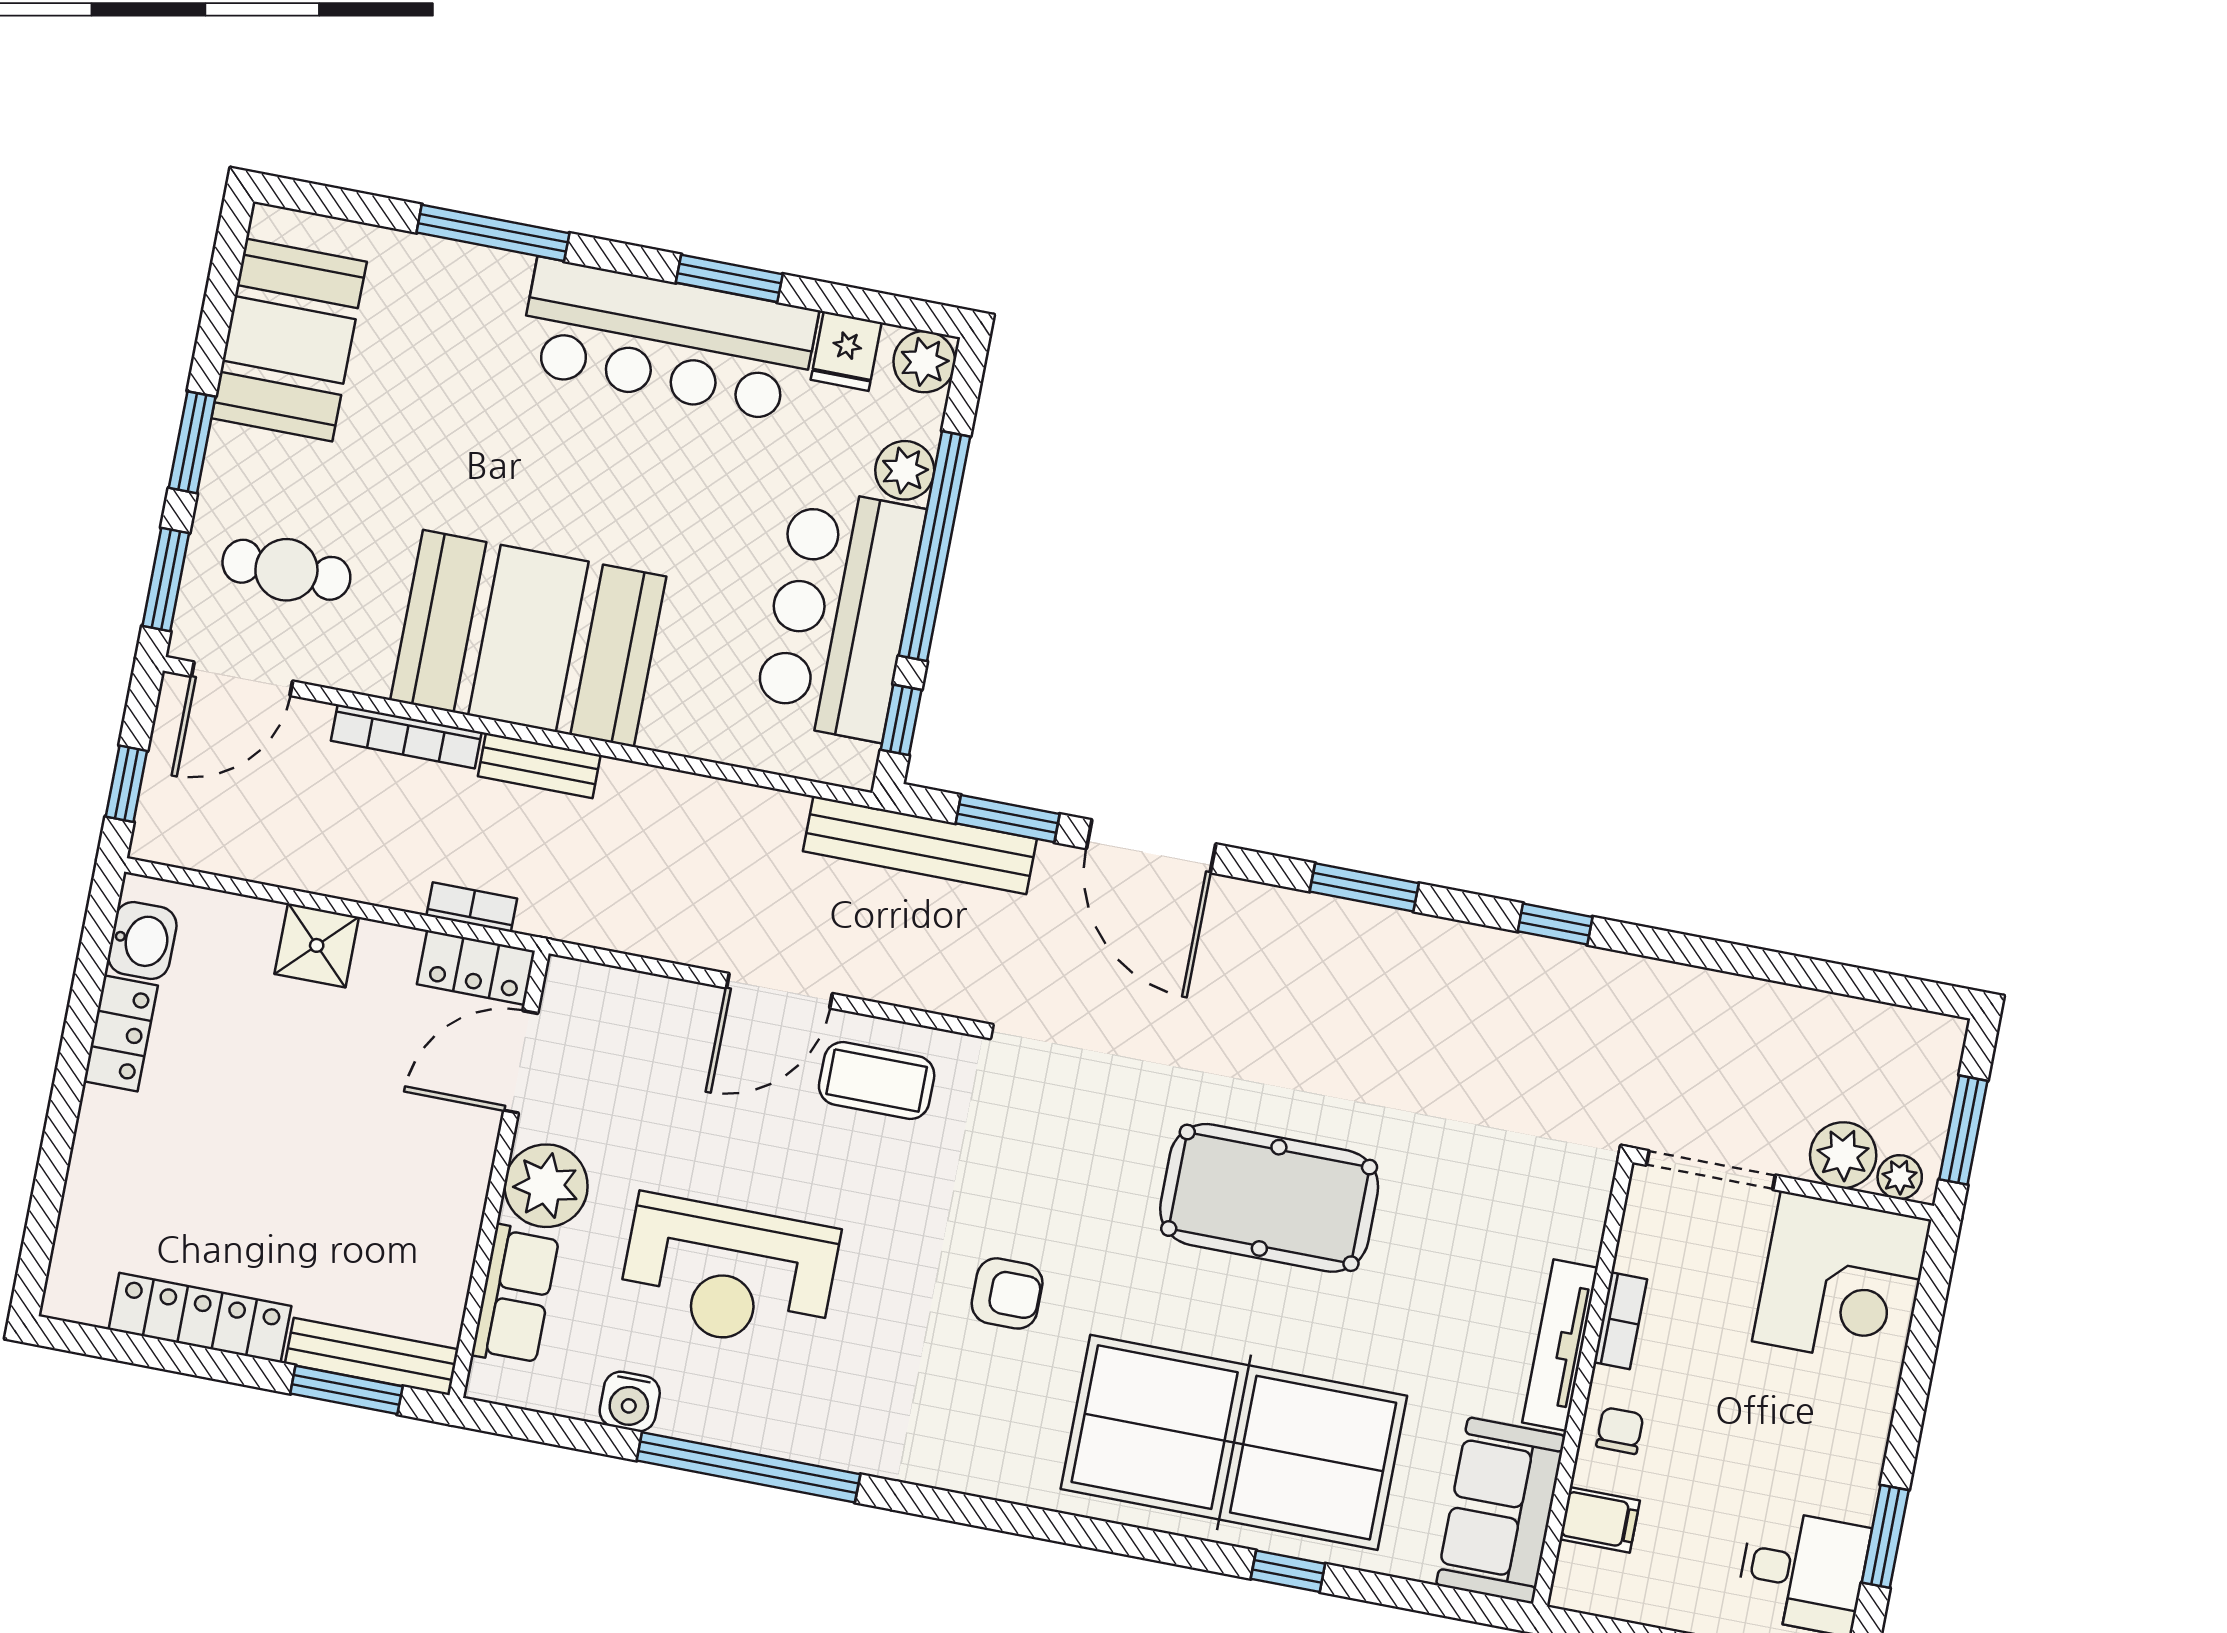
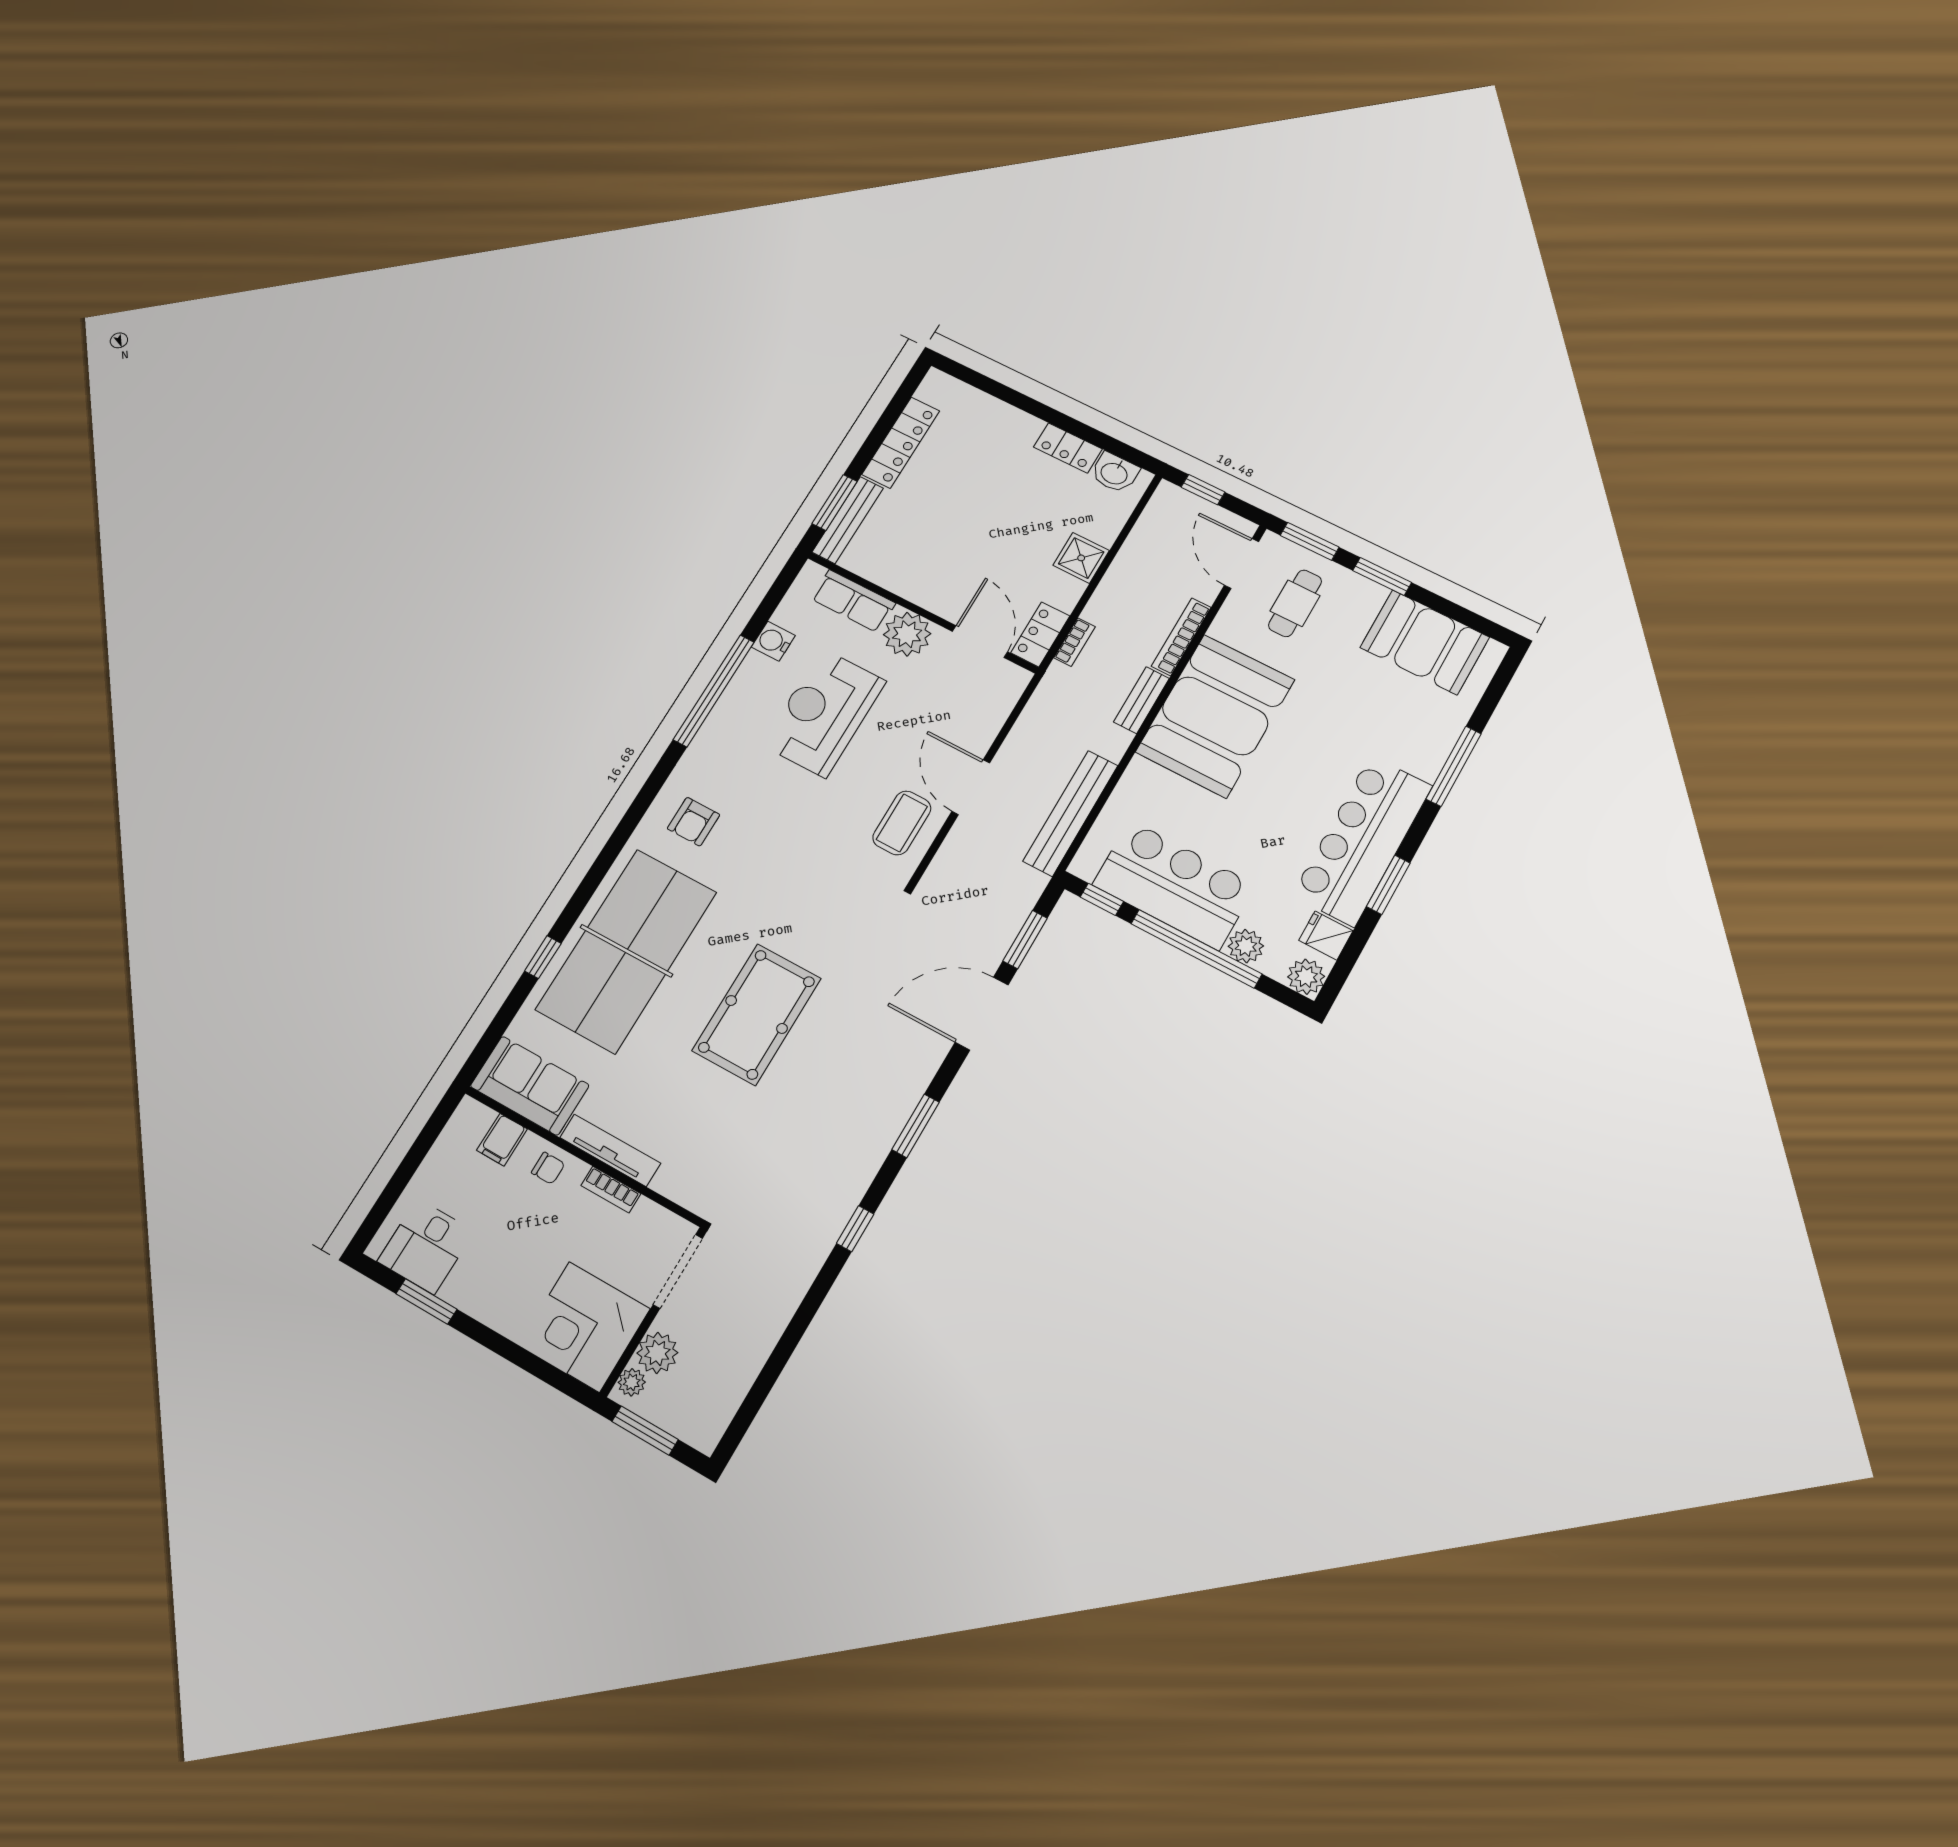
bench: (920, 845) -> (1070, 813), moved
armchair: (1007, 1293) -> (693, 822), moved

